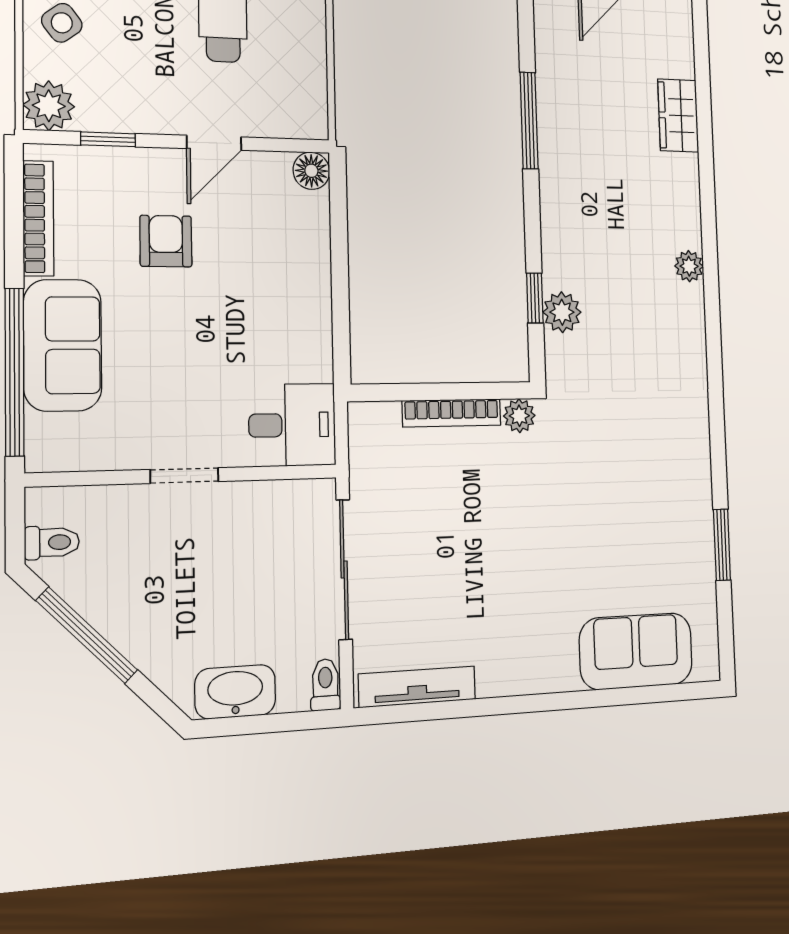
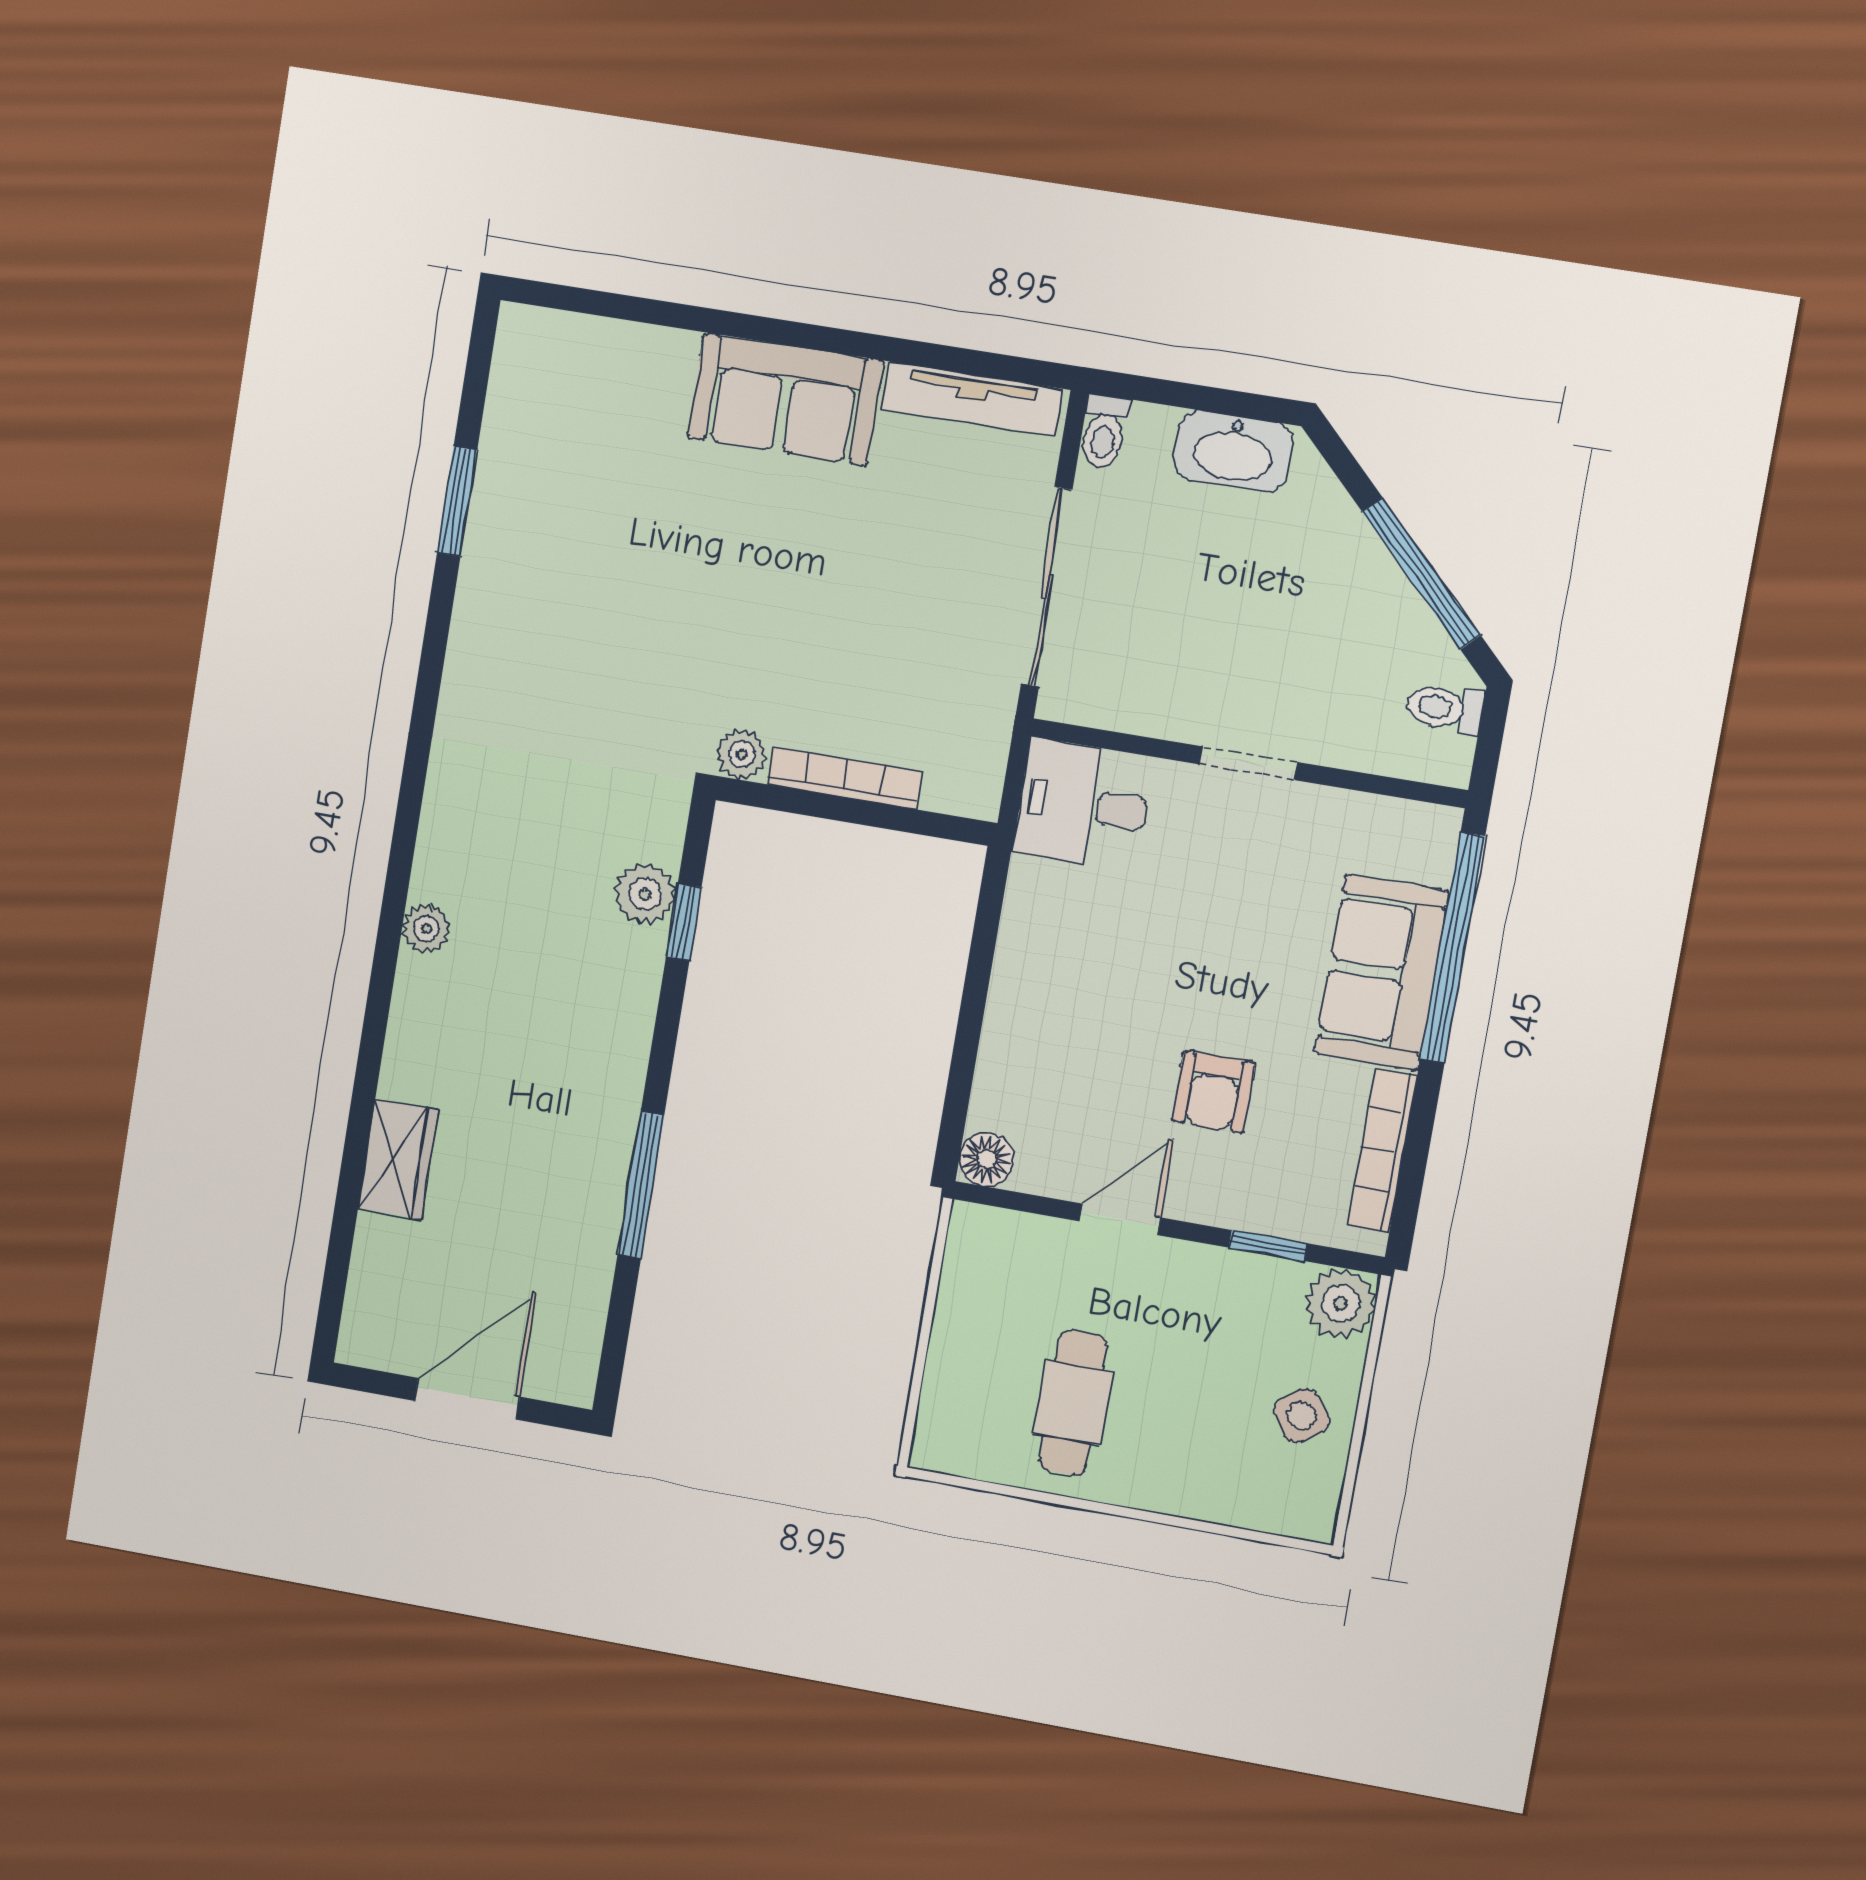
sofa: (636, 651) -> (785, 399), moved

